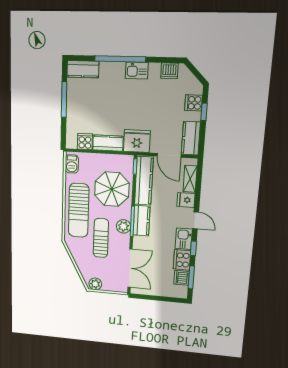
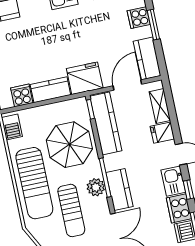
window: (204, 112) -> (153, 25), width x1.50
door: (169, 155) -> (127, 85), swing flipped
kitchen counter: (141, 221) -> (120, 190), moved
sun lounger: (101, 238) -> (71, 210), turned 180

